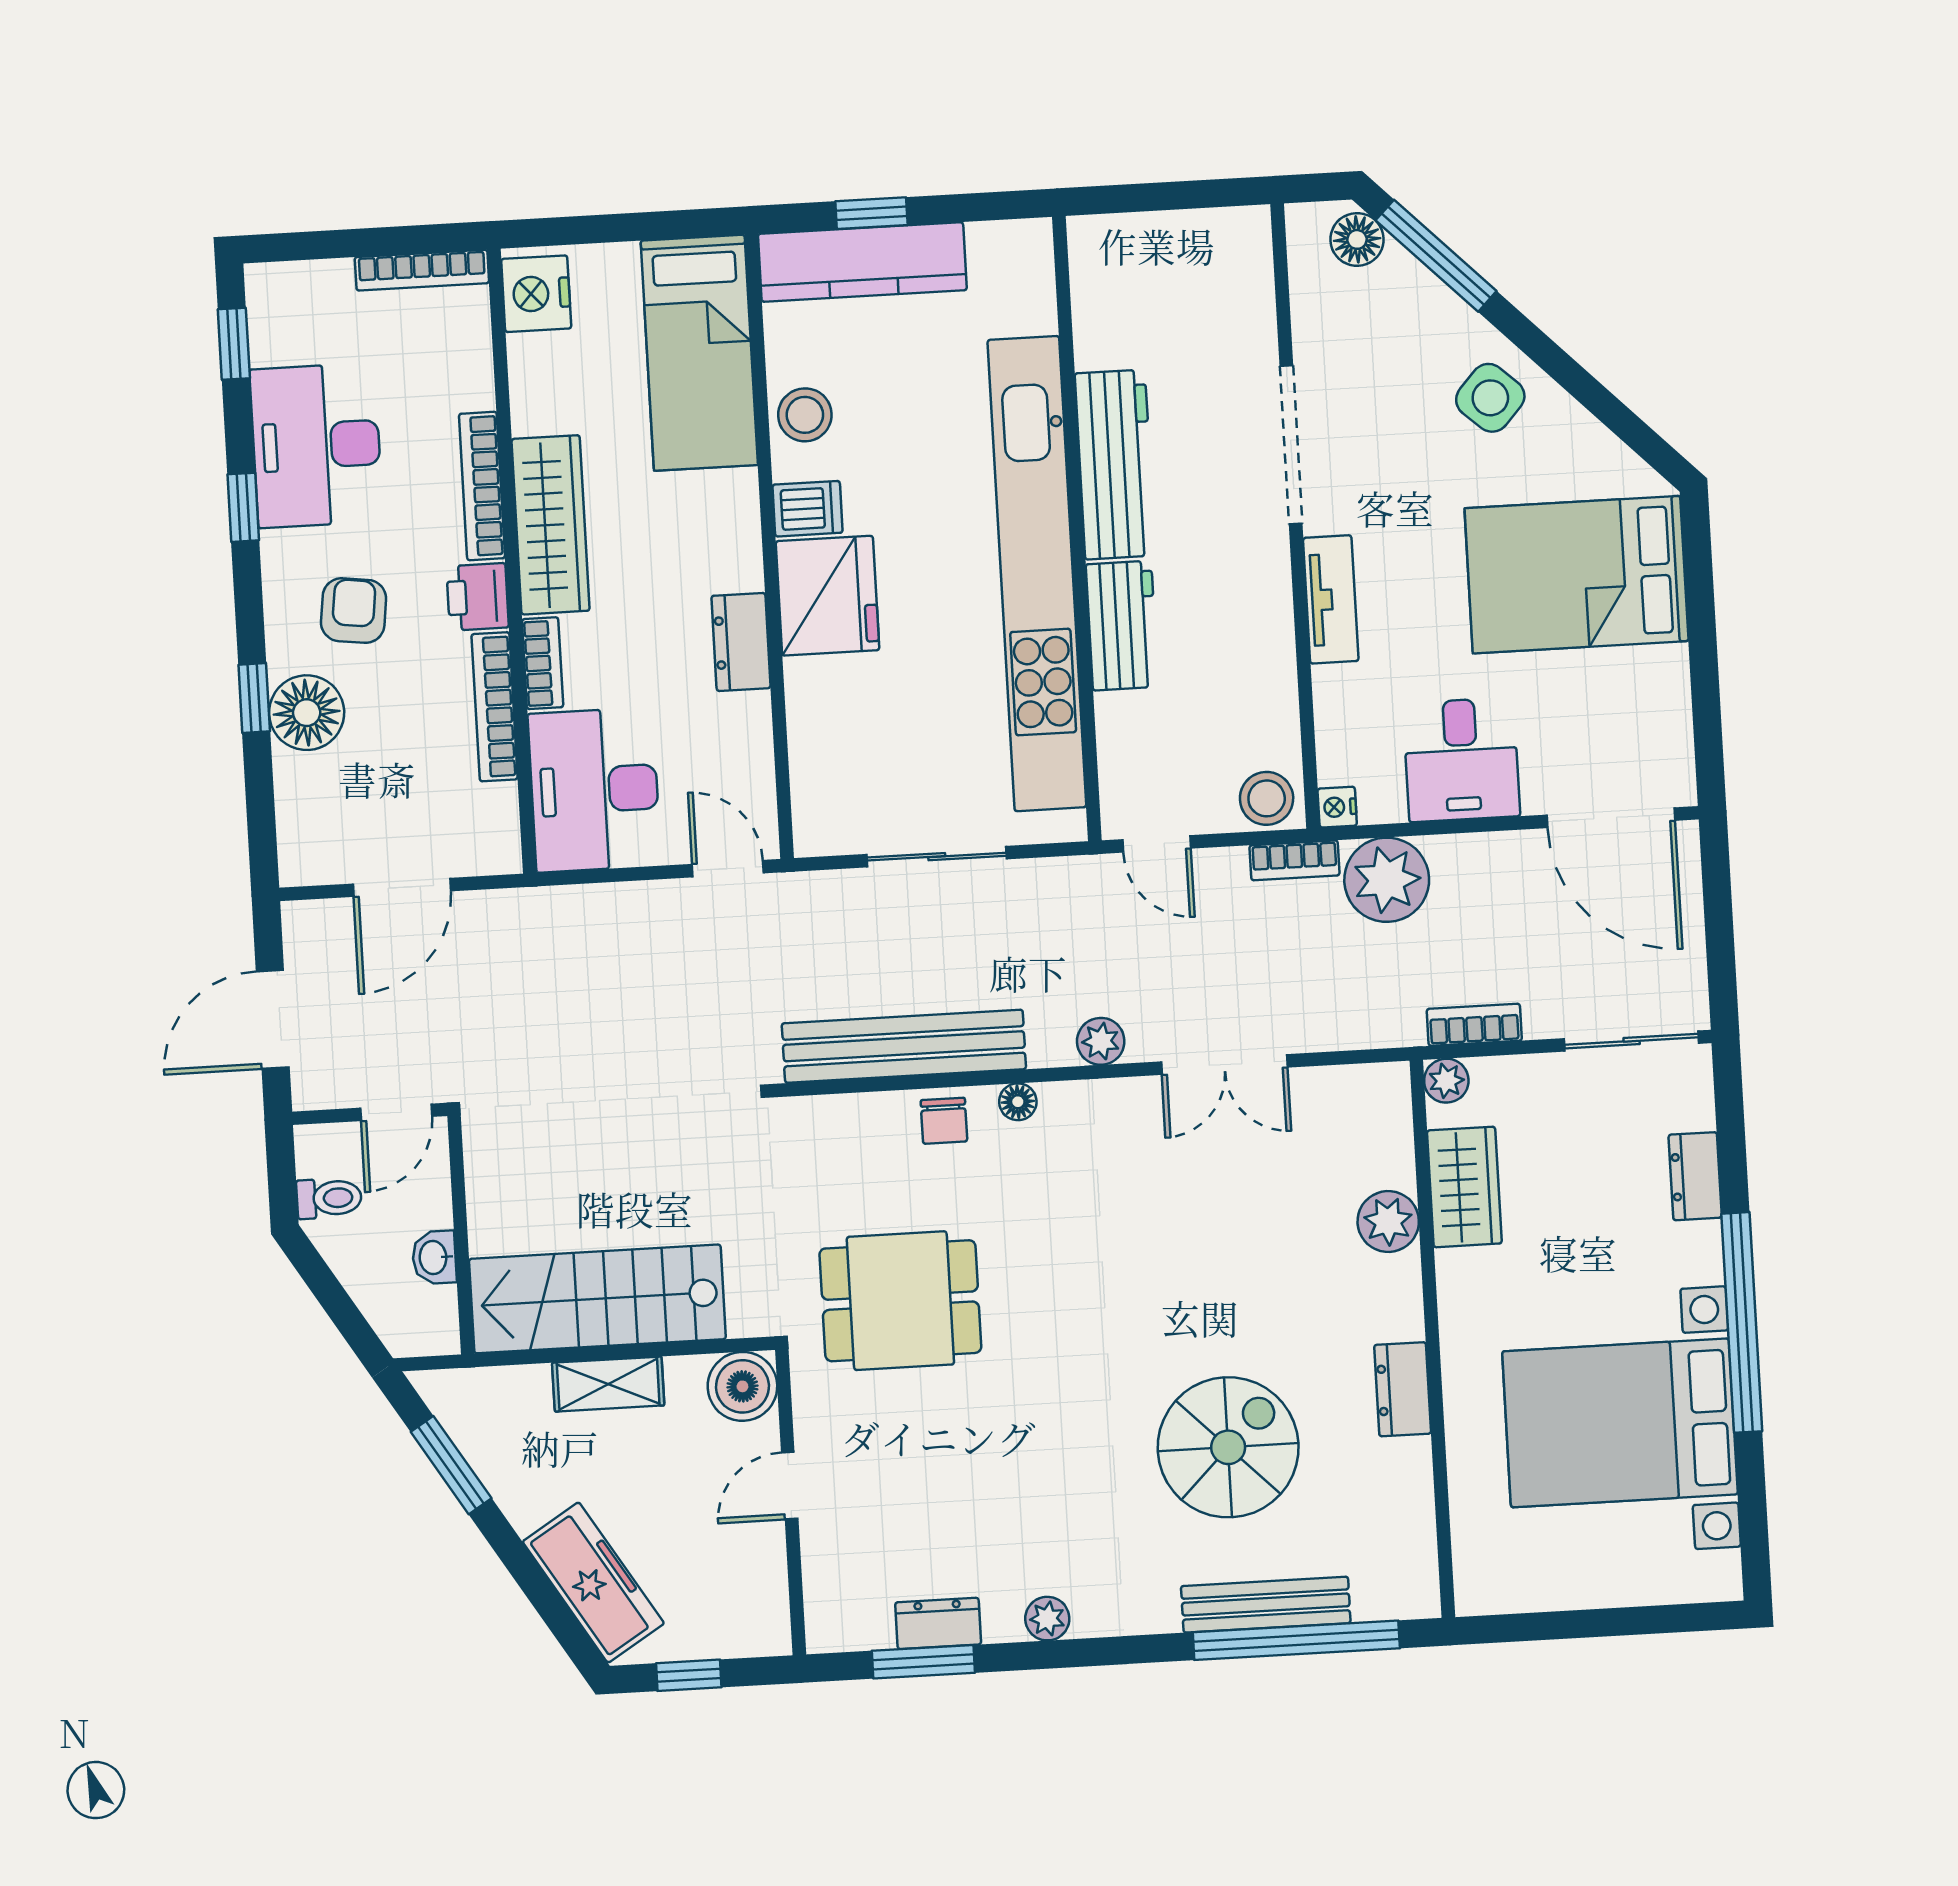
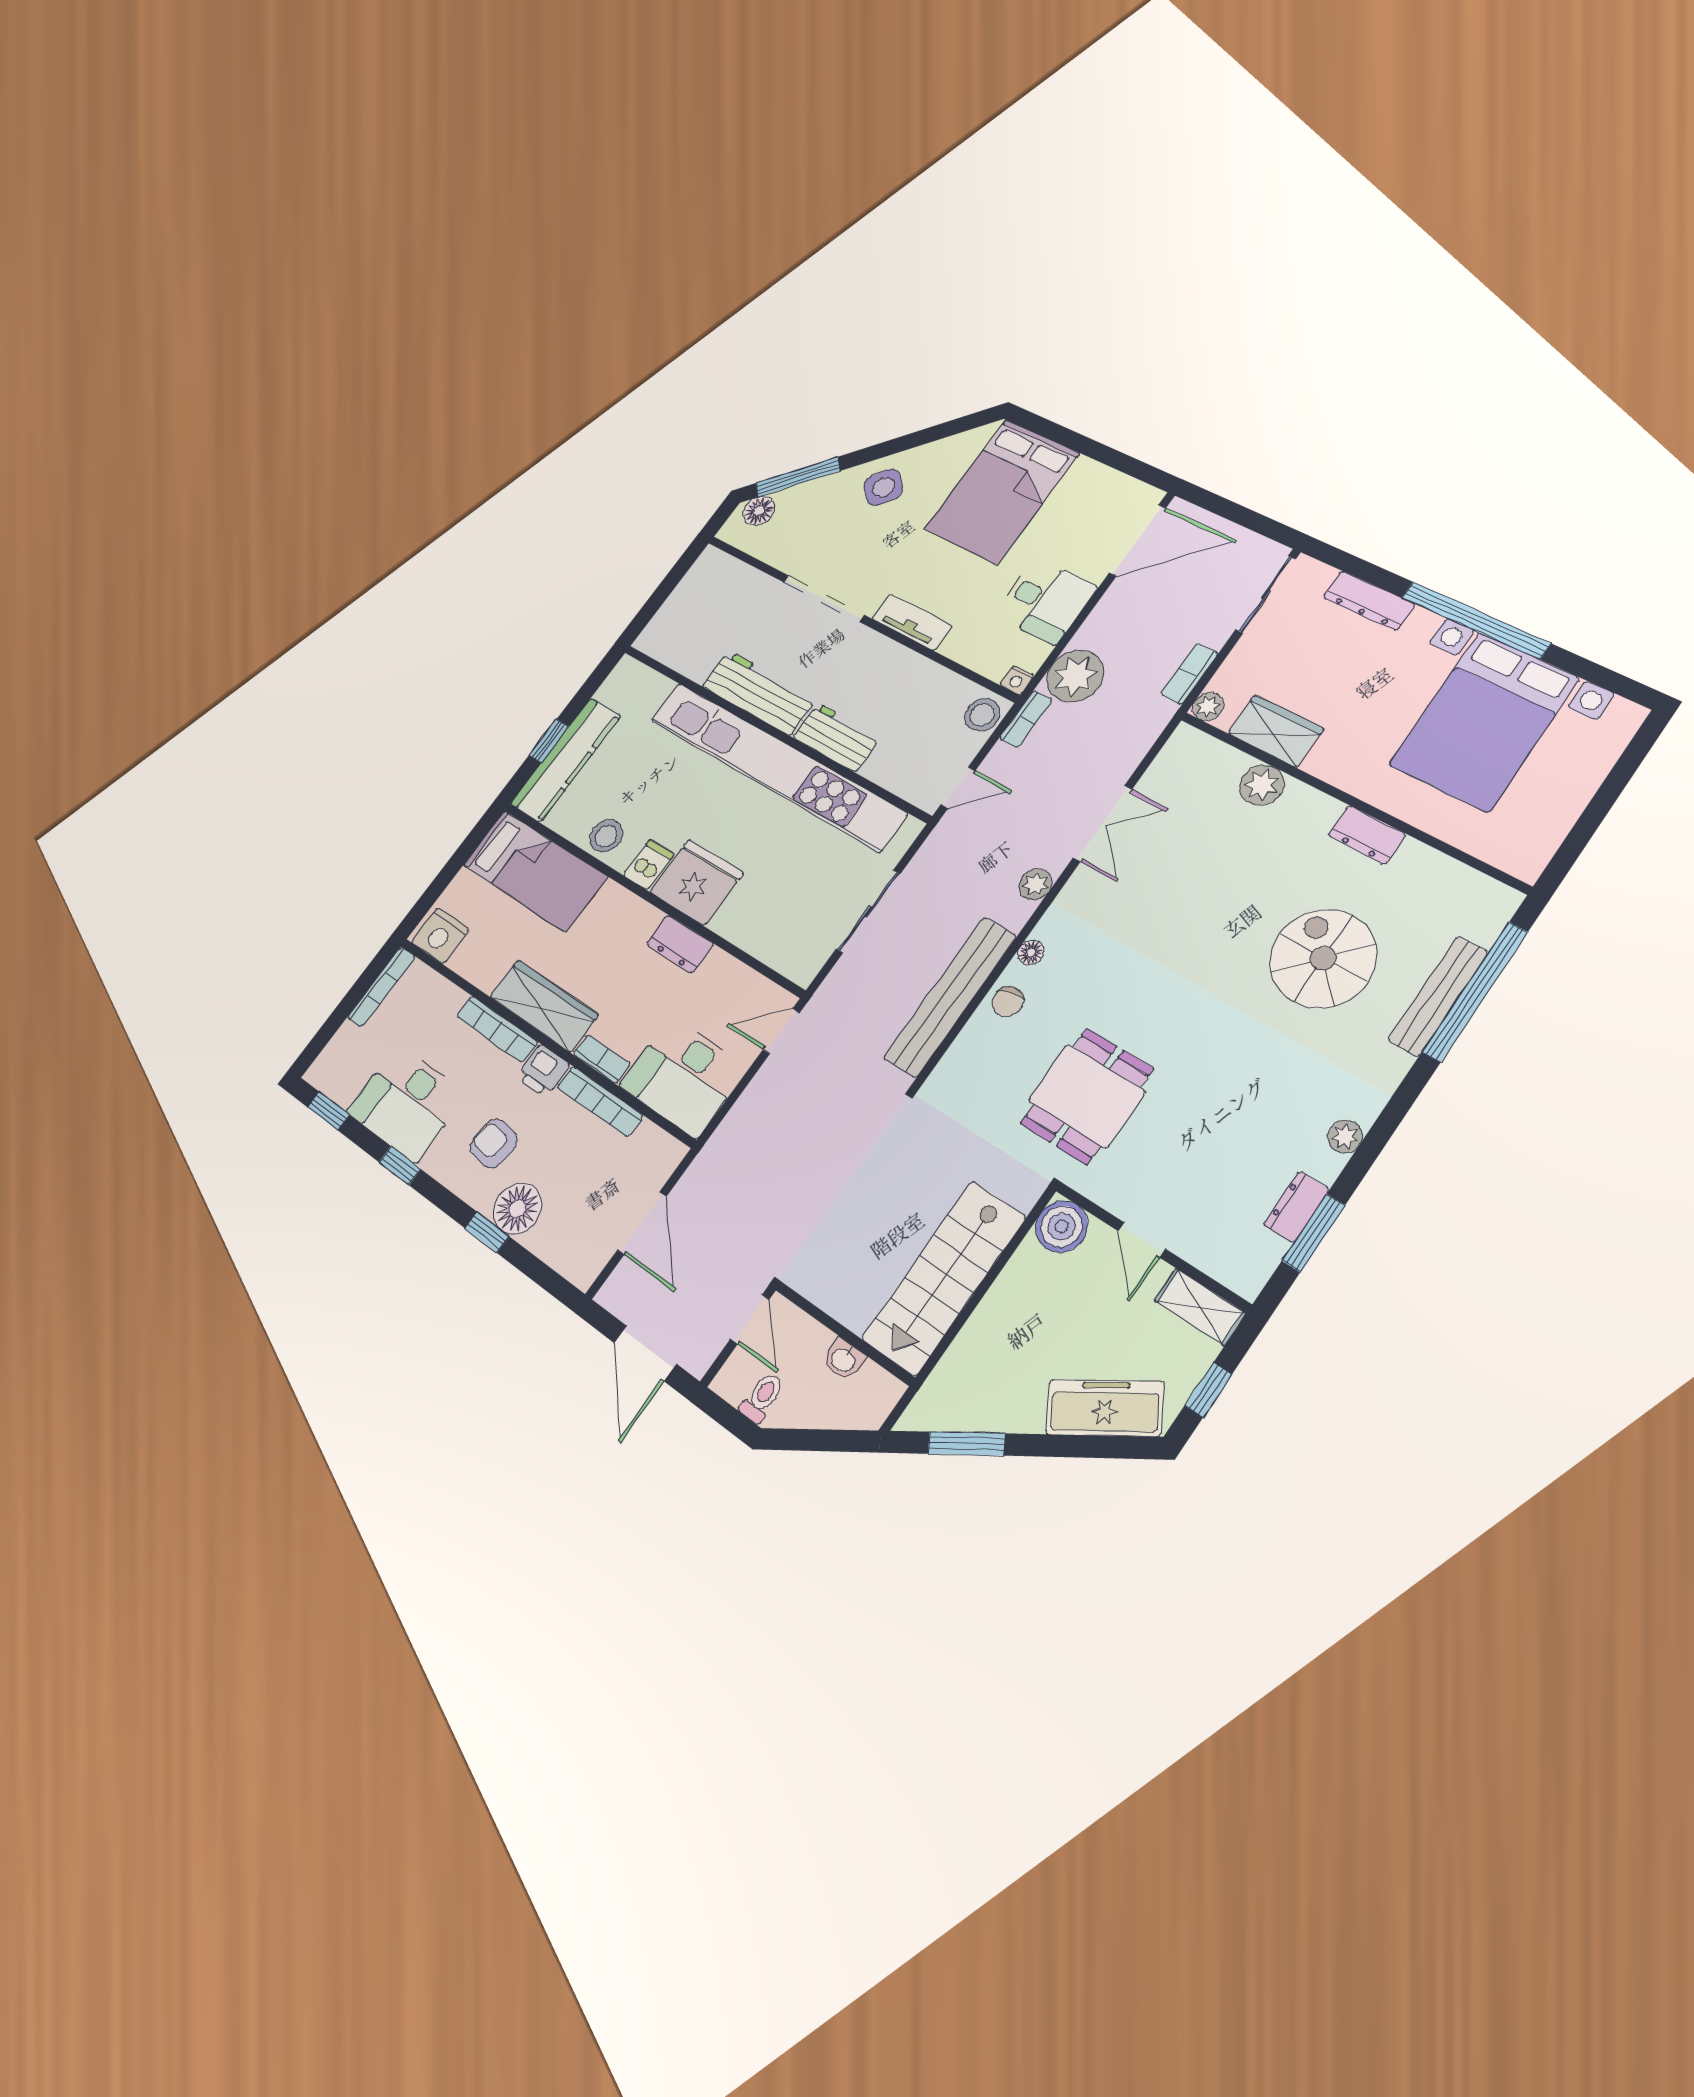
chair: (944, 1121) -> (1008, 1002), turned 76
dresser: (1695, 1176) -> (1369, 601), width x1.44
shelving: (608, 1384) -> (1200, 1307), moved, turned 90

